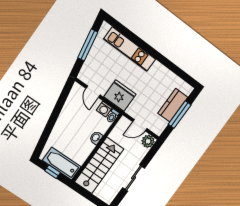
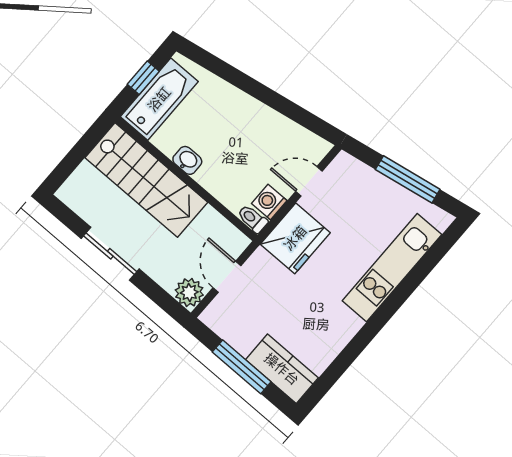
kitchen counter: (173, 105) -> (282, 369), moved
washbasin: (96, 138) -> (187, 160), moved

